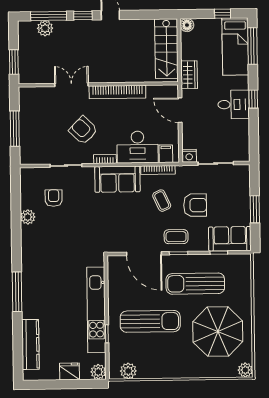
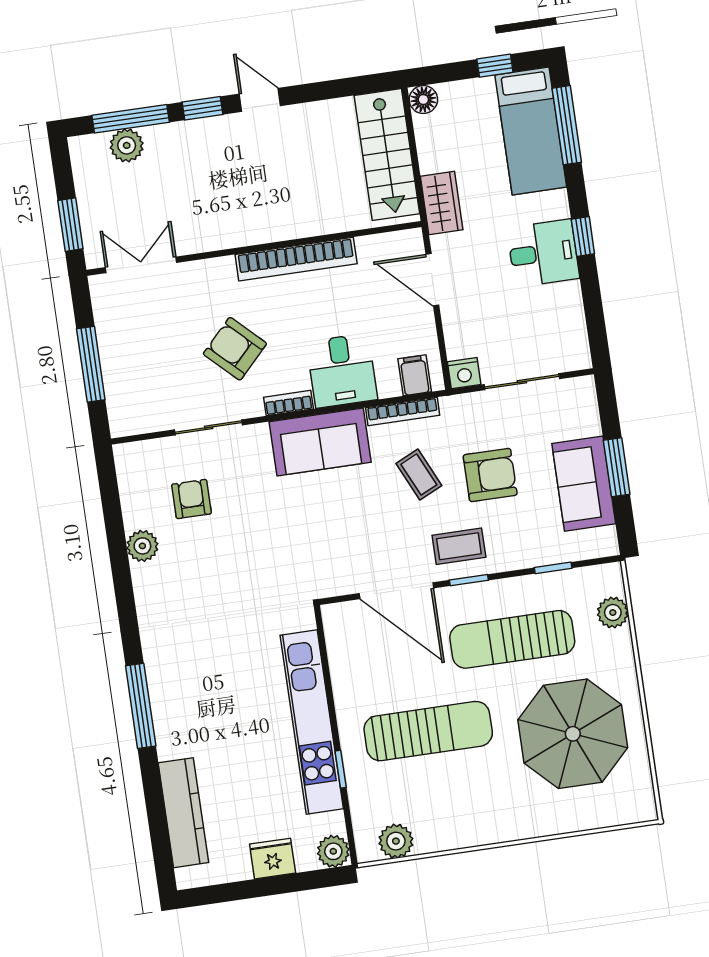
double door: (71, 85) -> (141, 265), moved
desk: (138, 147) -> (342, 371), width x0.73
sofa: (230, 239) -> (584, 484), moved, turned -90
plant: (245, 370) -> (613, 613), moved

